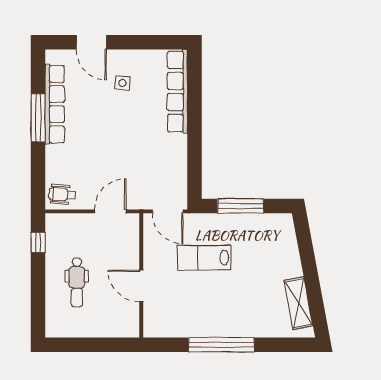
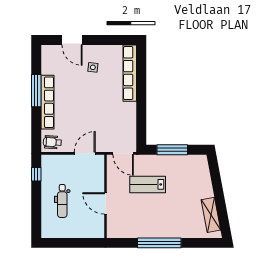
row of seats: (55, 104) -> (47, 102), moved

